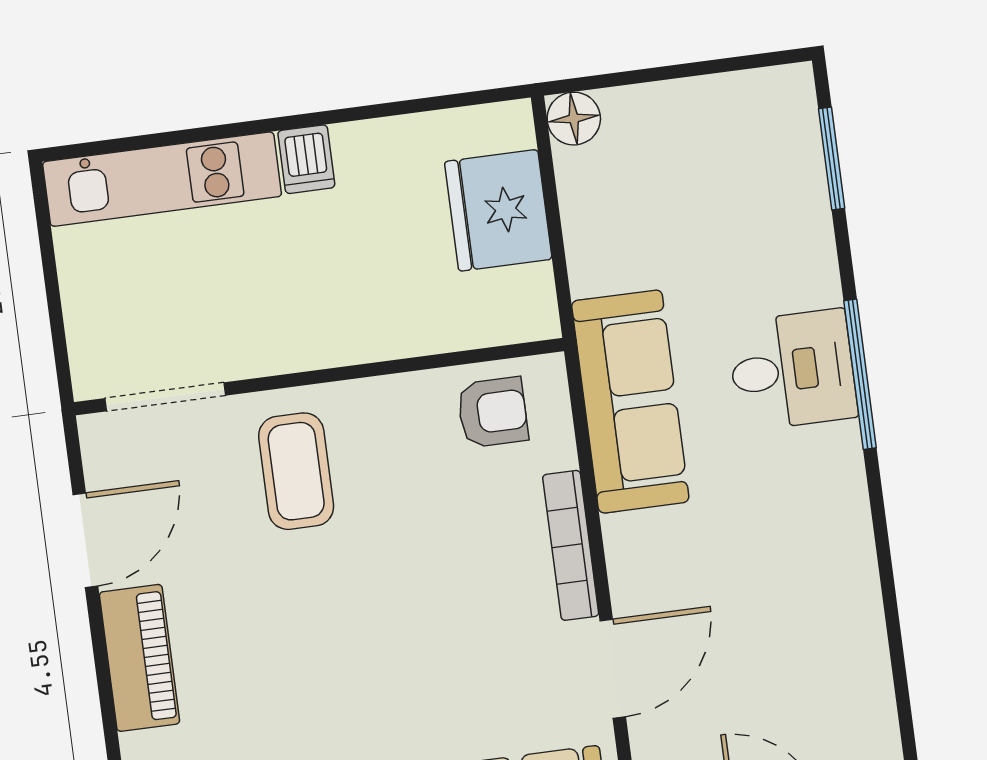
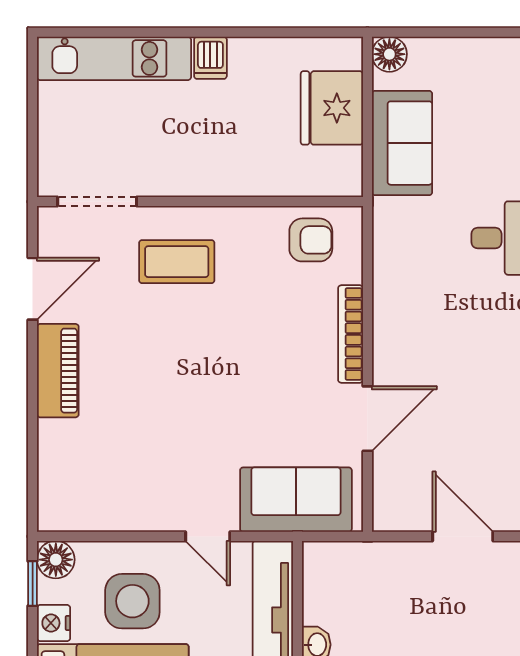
sofa: (630, 402) -> (402, 143), moved, width x0.73
coffee table: (296, 471) -> (177, 262), turned 90

